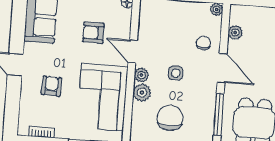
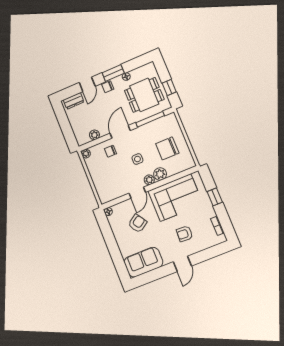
armchair: (93, 33) -> (138, 223), turned -124

